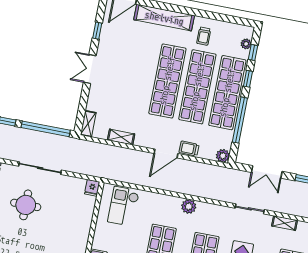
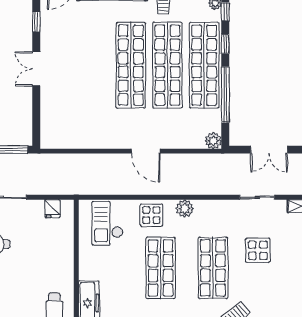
shelving: (88, 124) -> (47, 134), removed
shelving: (121, 137) -> (89, 142), removed
trolley: (189, 149) -> (172, 140), removed
door: (166, 154) -> (146, 151), hinge flipped
fridge: (92, 188) -> (52, 209), moved
display table: (160, 207) -> (151, 215), added

